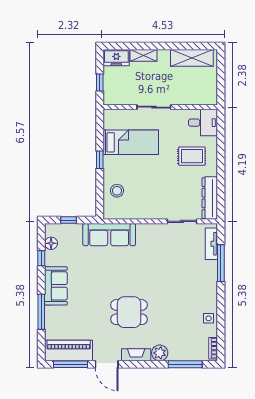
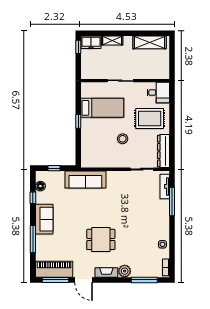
window: (100, 82) -> (78, 47), moved
rug: (192, 156) -> (150, 119), width x1.36, depth x1.43
stool: (117, 191) -> (123, 139), moved

